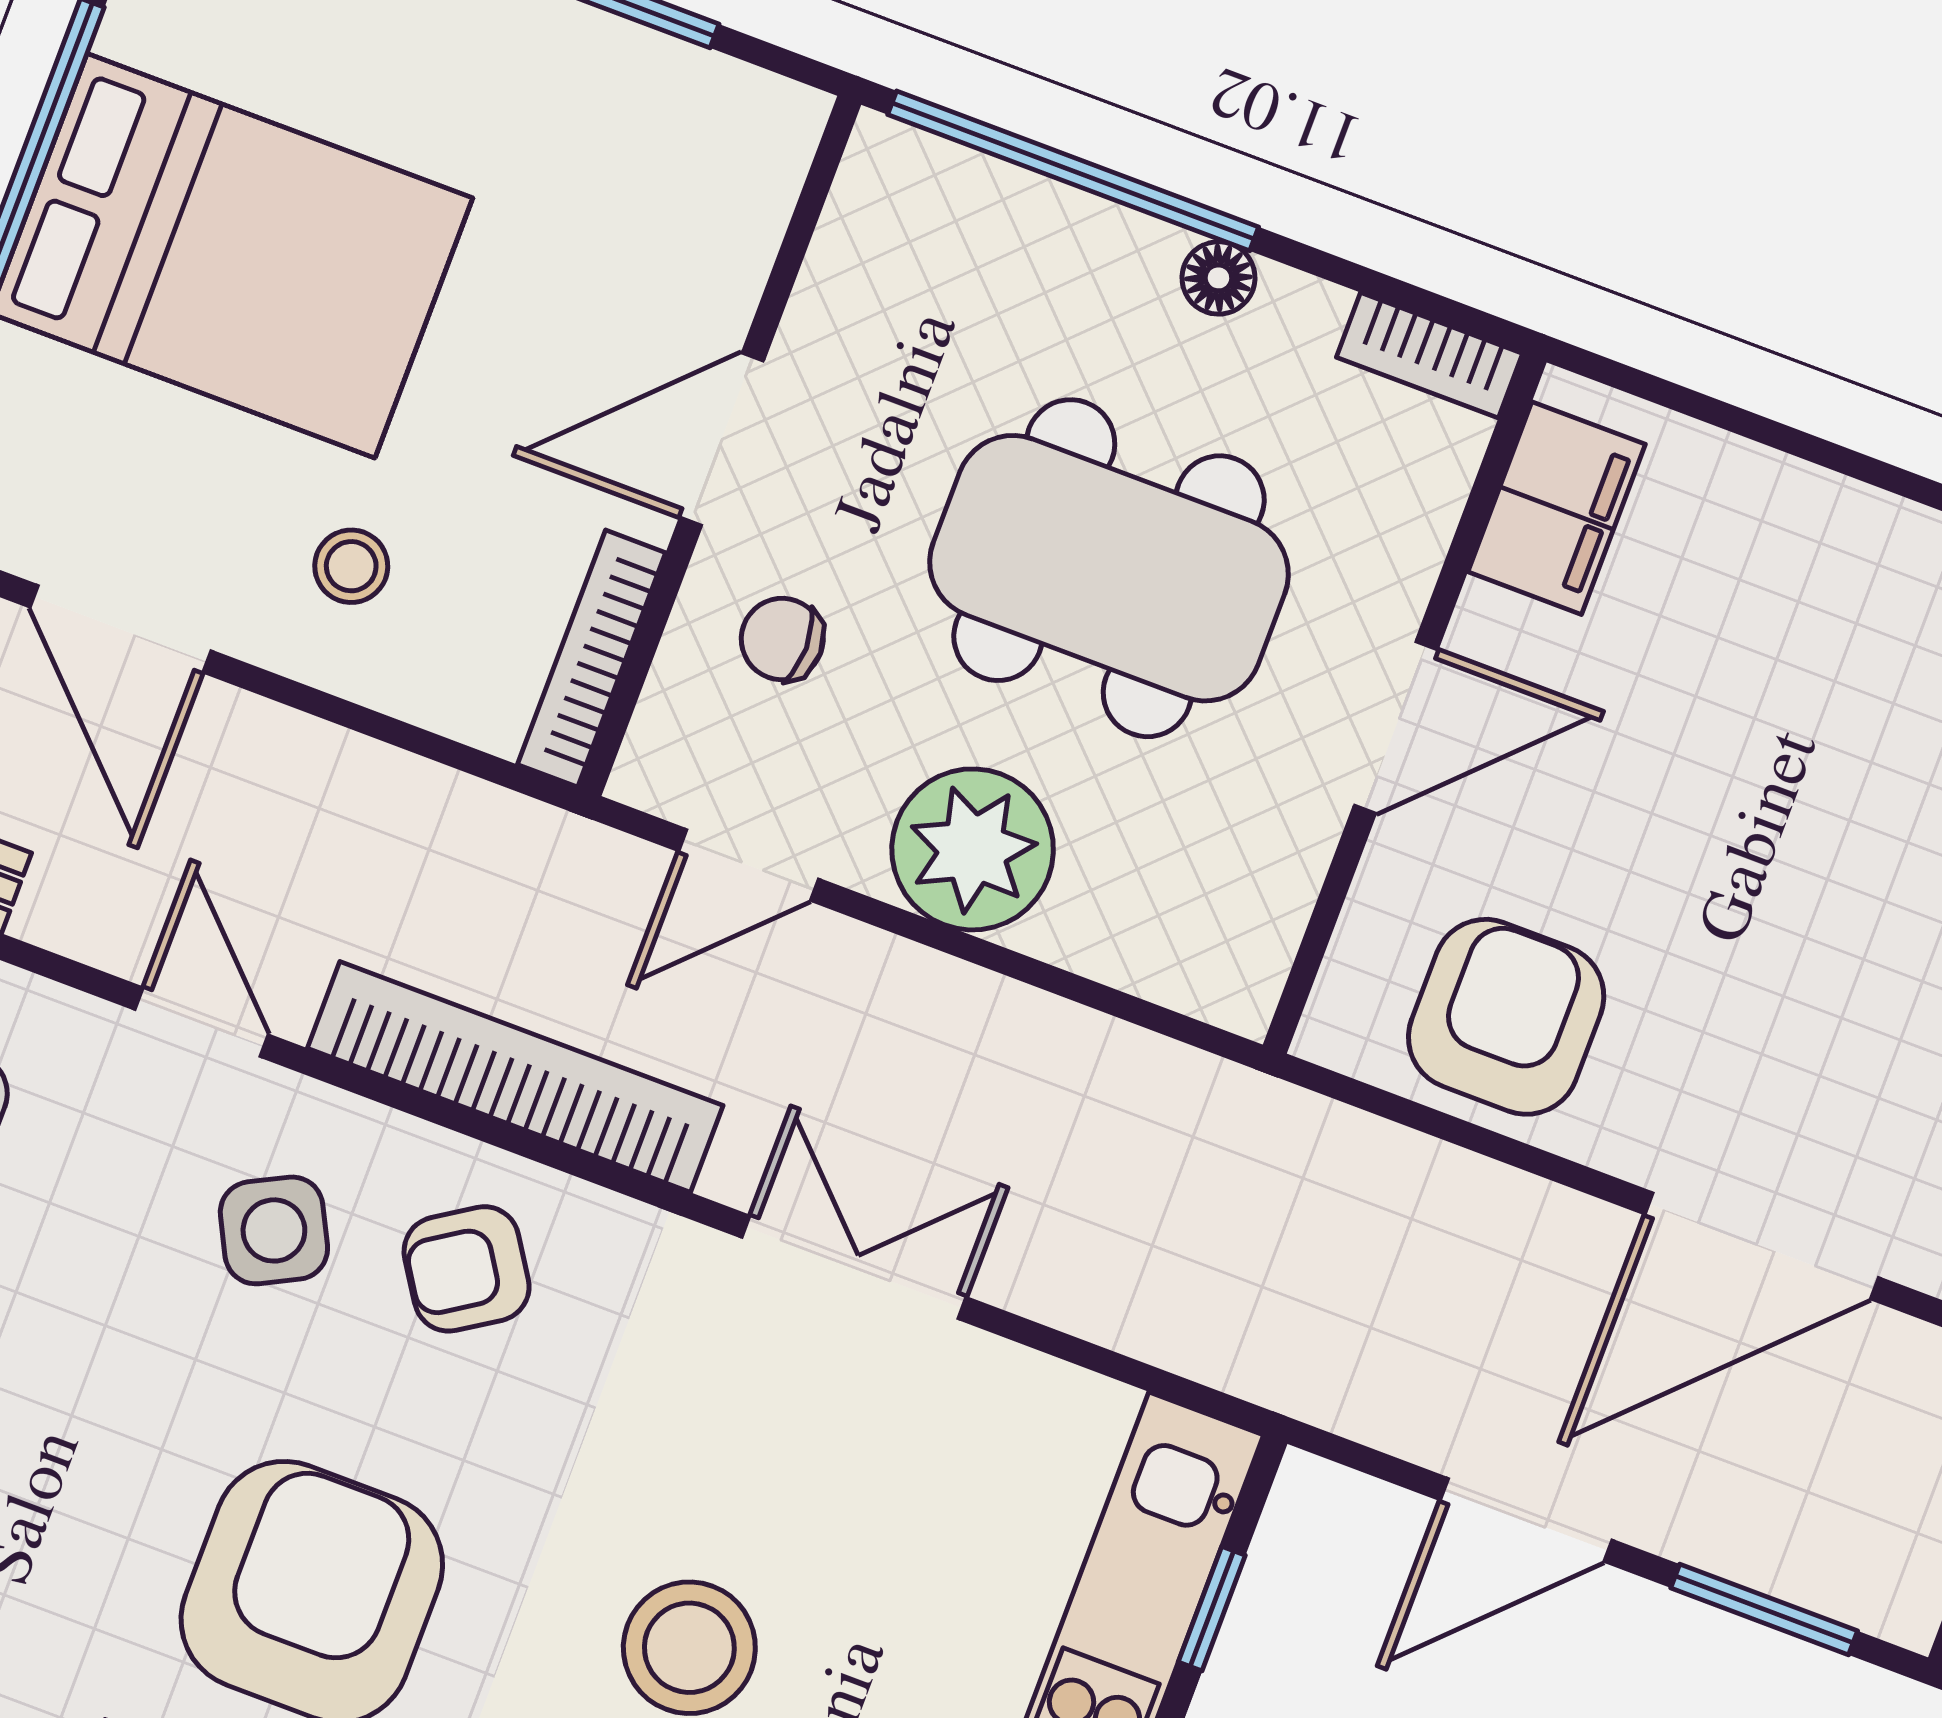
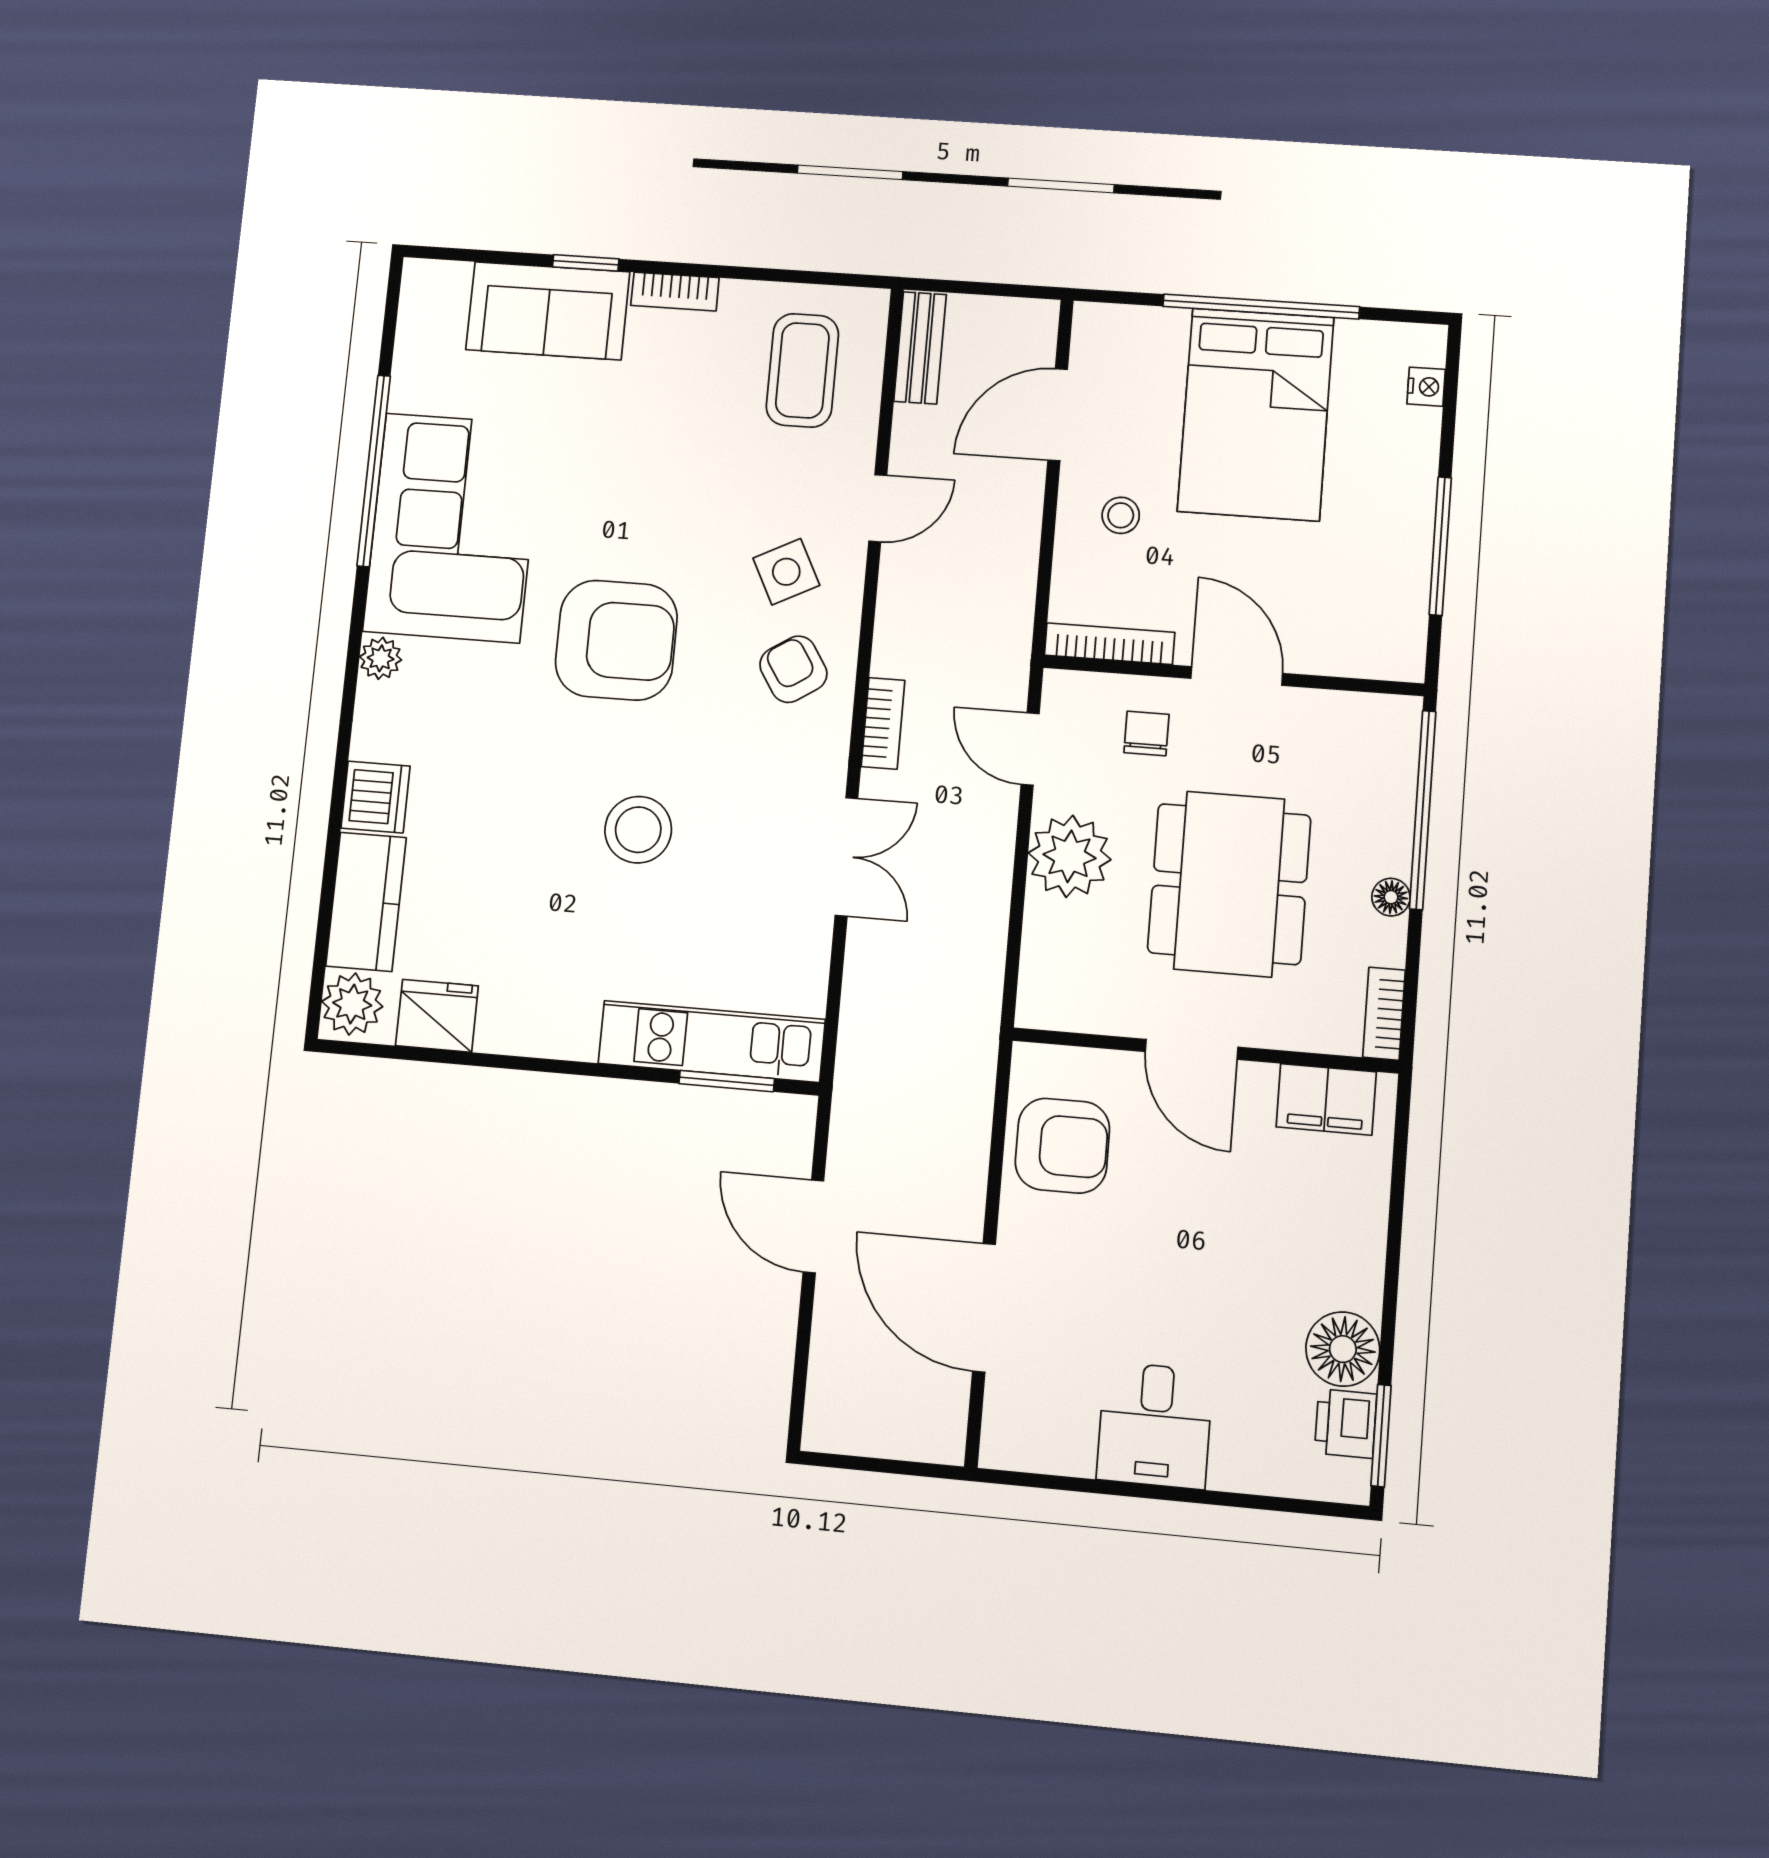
bookcase: (515, 1077) -> (883, 723), width x0.43, depth x0.76
window: (1212, 1609) -> (727, 1081), width x1.50
window: (1764, 1609) -> (802, 1360), removed

